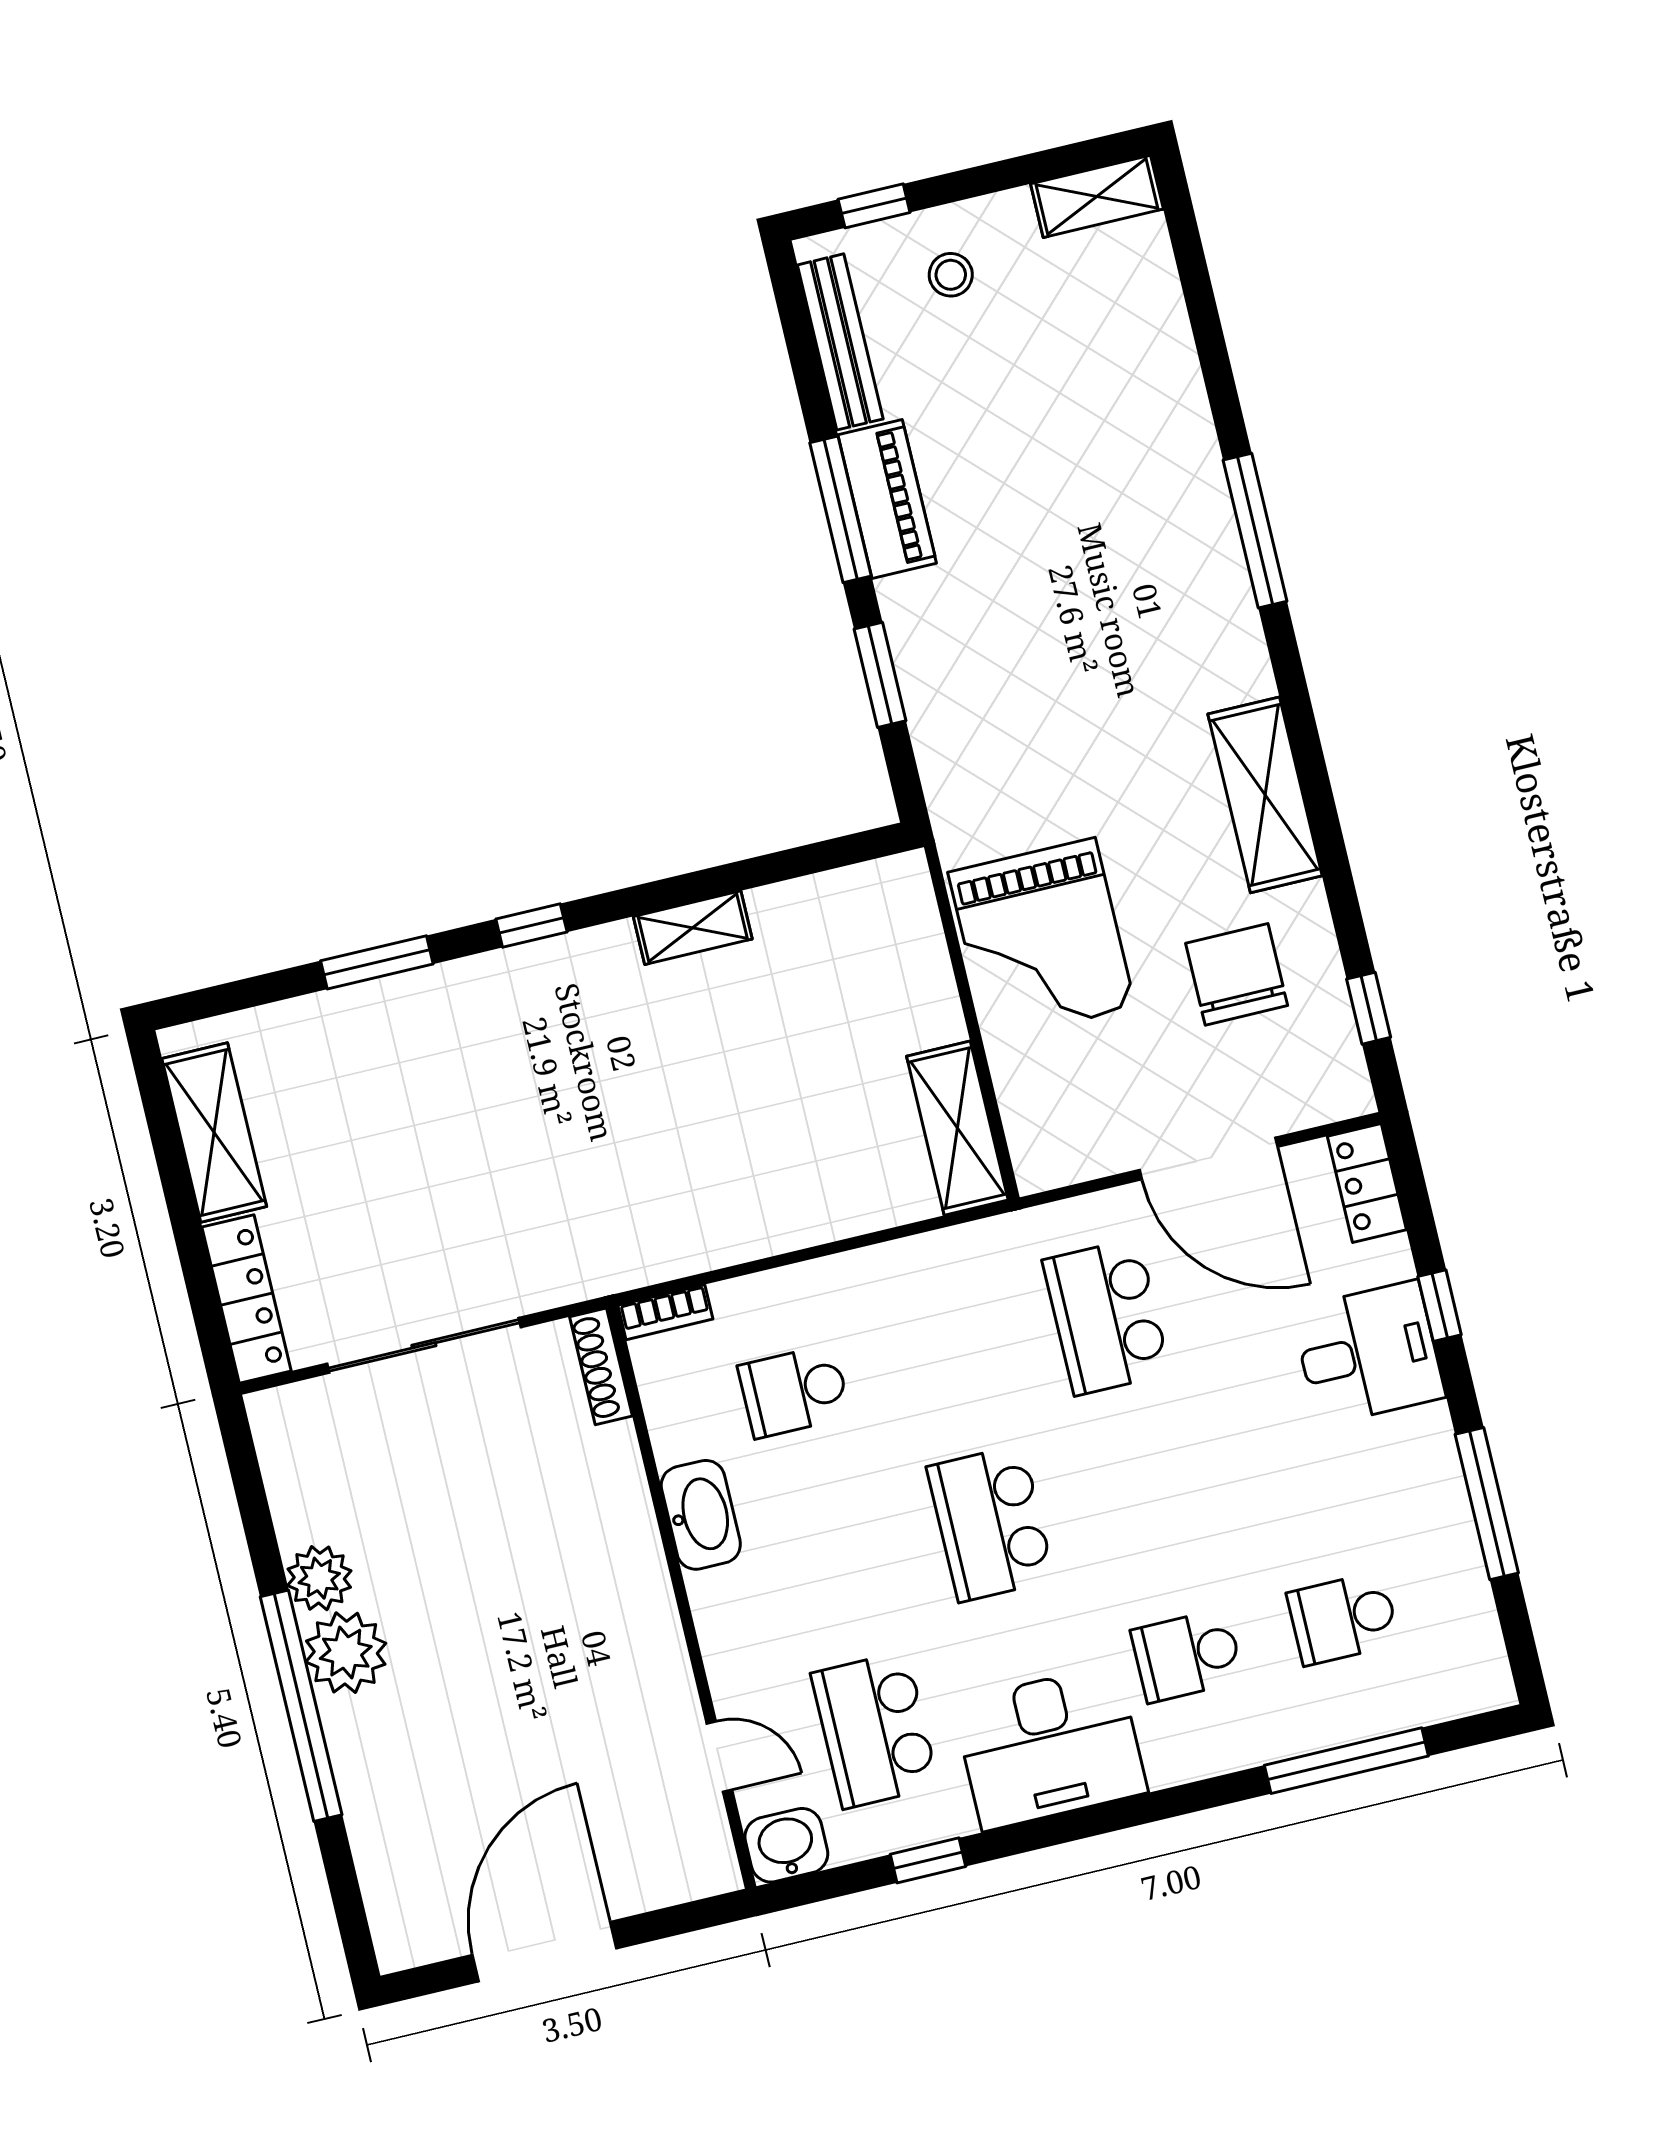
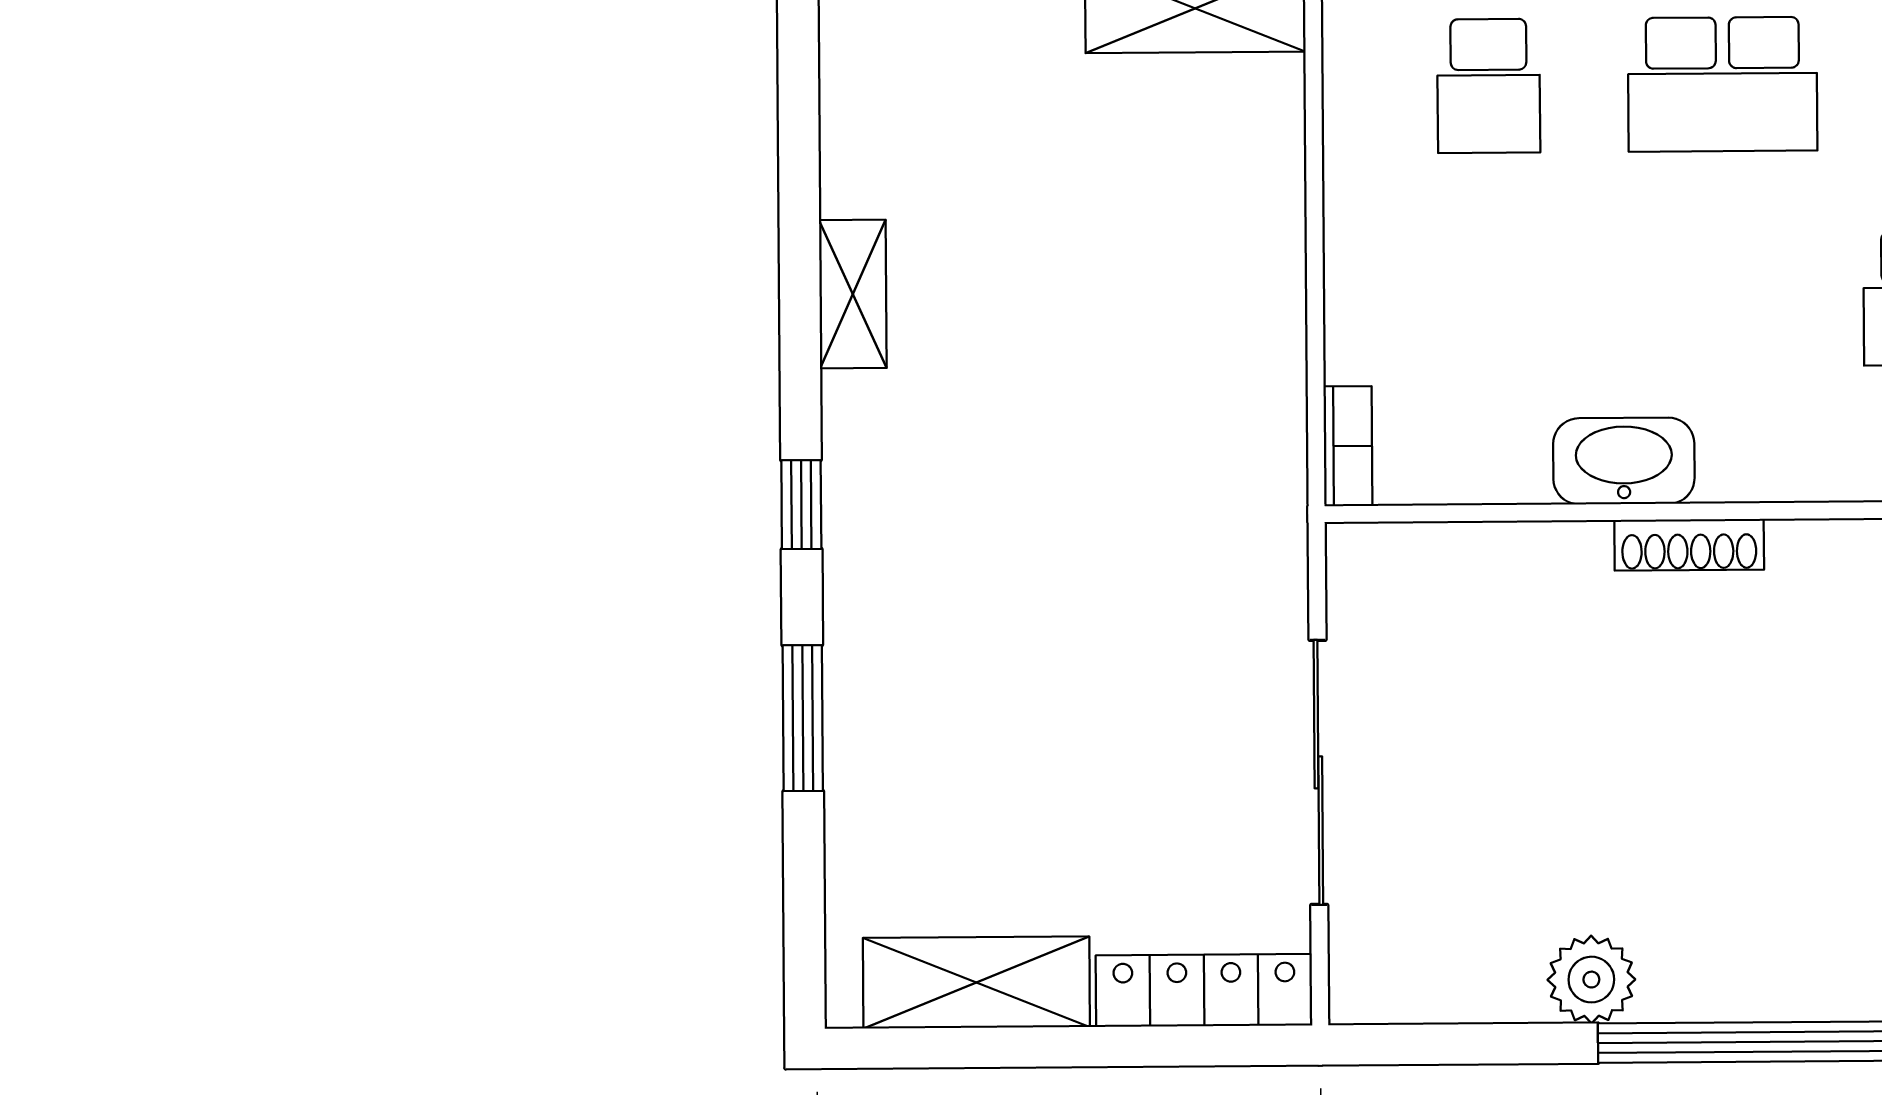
shoe rack: (601, 1366) -> (1689, 545), moved
school desk: (794, 1391) -> (1489, 86), moved
plant: (346, 1653) -> (1697, 967), removed

